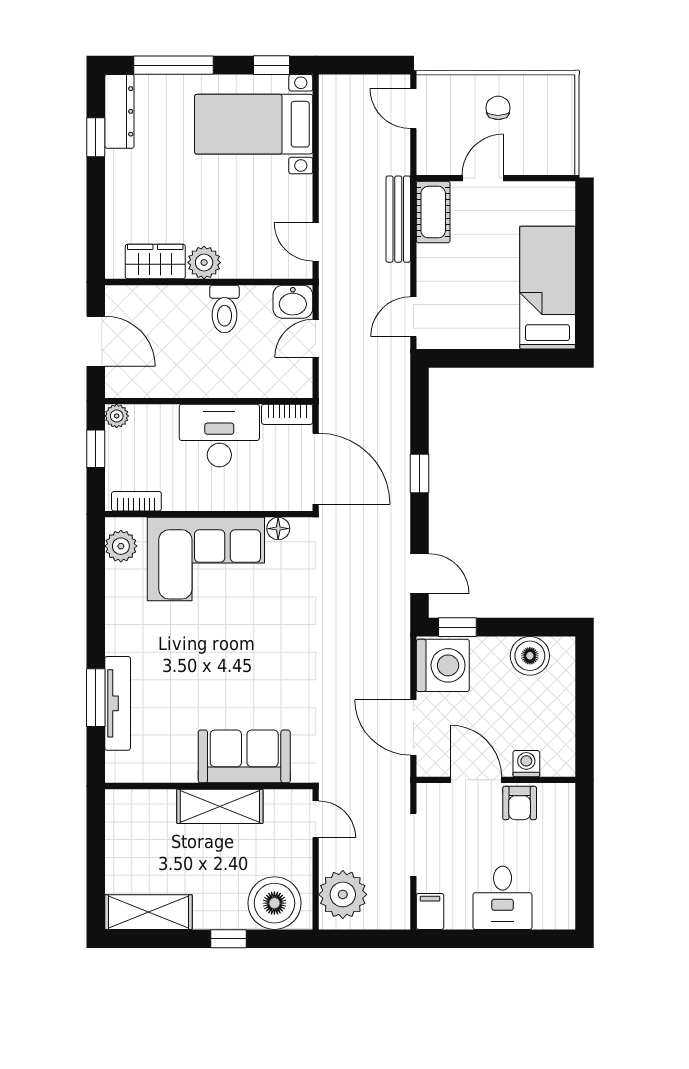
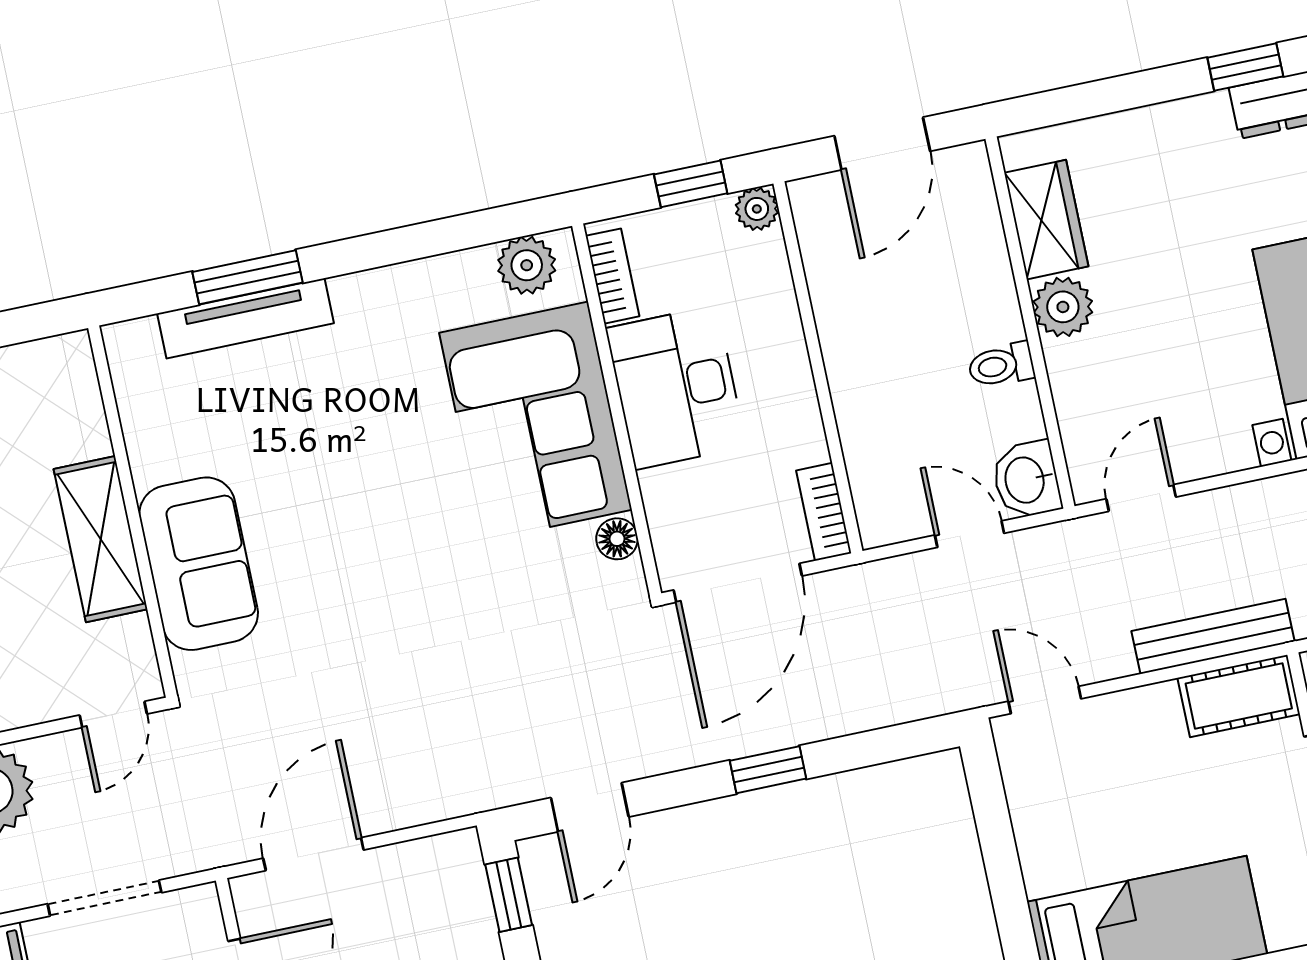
toilet: (224, 309) -> (1001, 365), width x0.73, depth x0.72
desk: (219, 436) -> (676, 387), moved, turned 180
washing machine: (443, 665) -> (435, 883), removed

